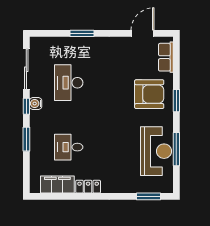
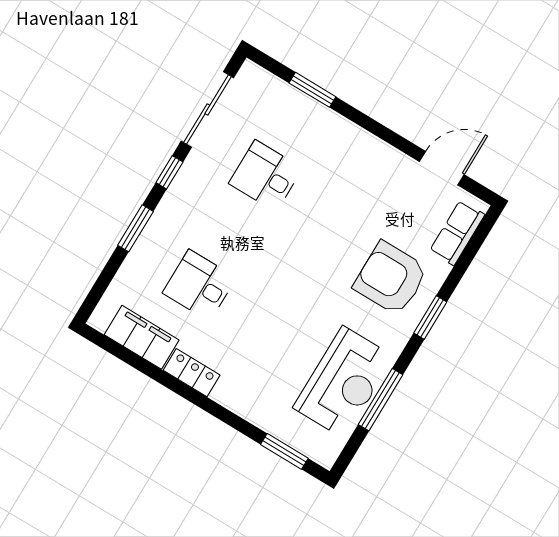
window: (82, 33) -> (312, 90), moved
desk: (69, 83) -> (266, 176), width x0.73
armchair: (149, 94) -> (391, 278), turned 180
water cooler: (36, 104) -> (188, 177), removed

